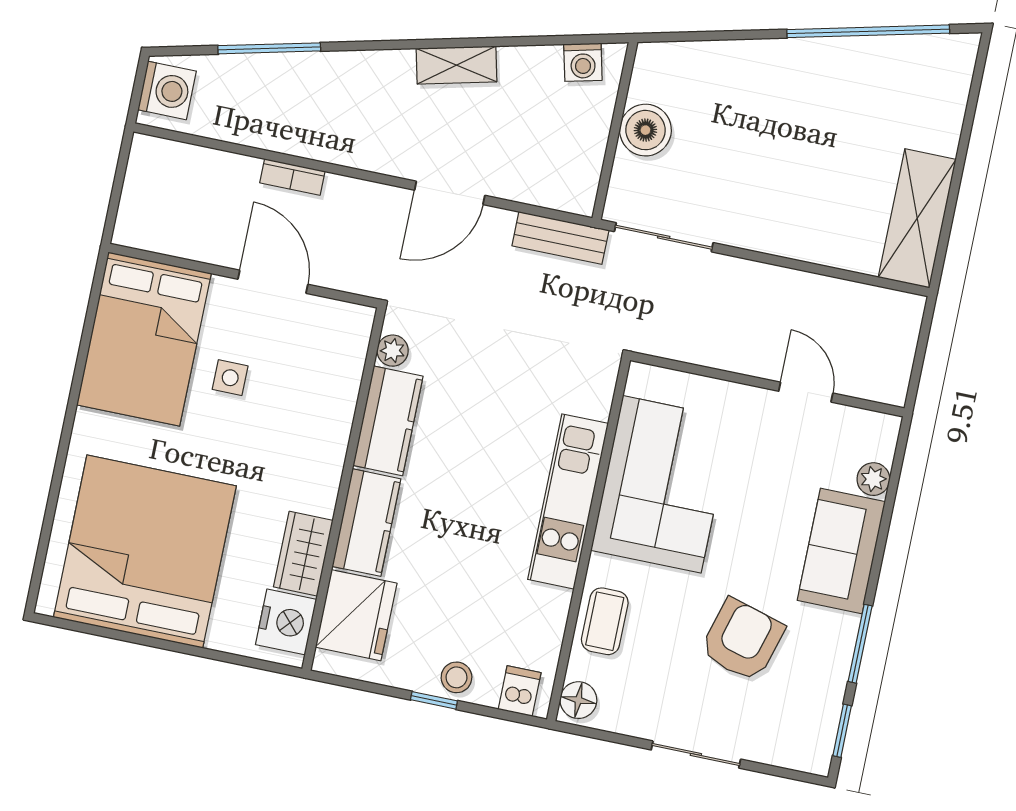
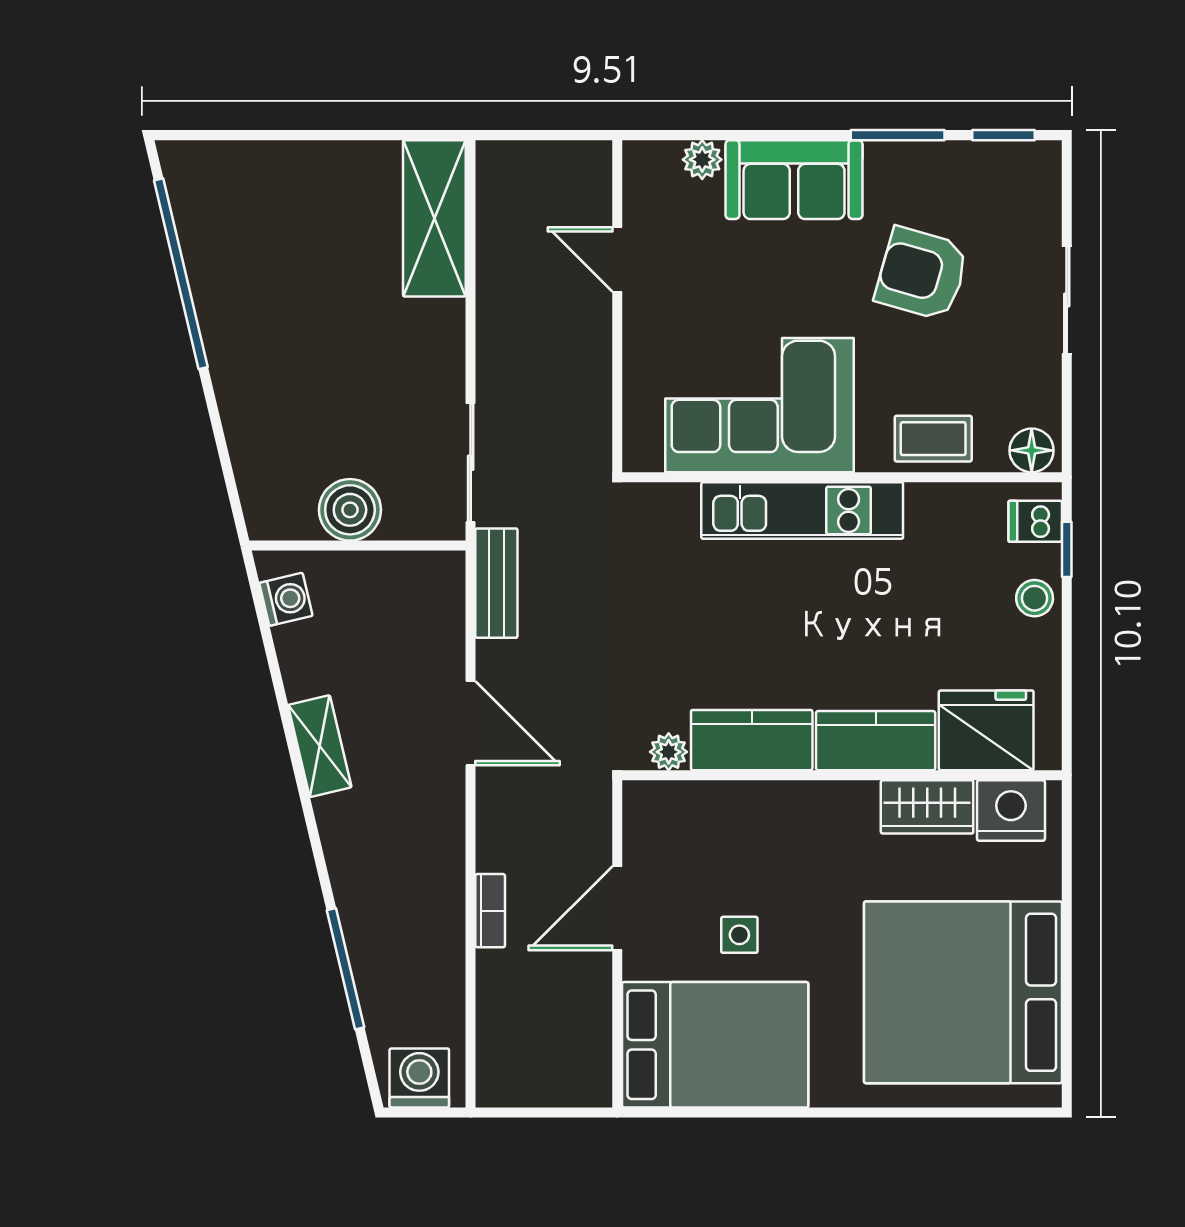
shelving: (917, 218) -> (434, 218), moved, turned 90
door: (806, 392) -> (617, 259), hinge flipped
window: (434, 700) -> (1067, 549), moved

